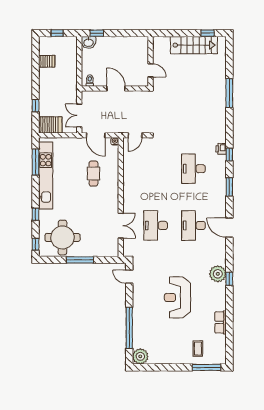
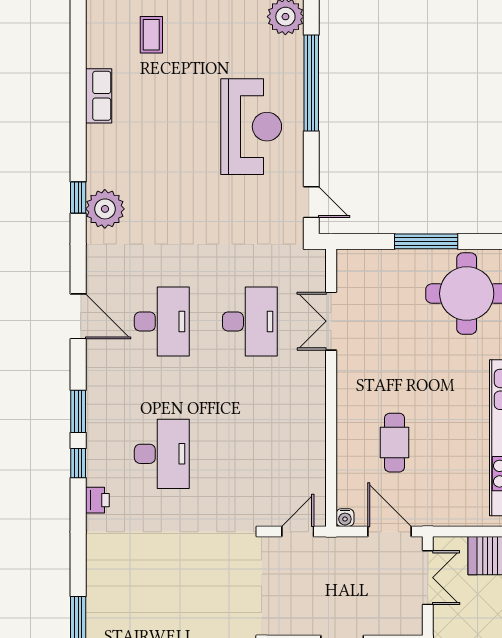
window: (229, 155) -> (78, 463), moved
reception desk: (177, 297) -> (251, 127), moved

